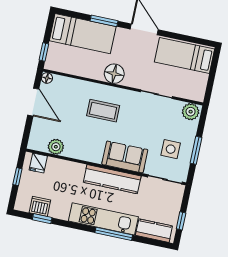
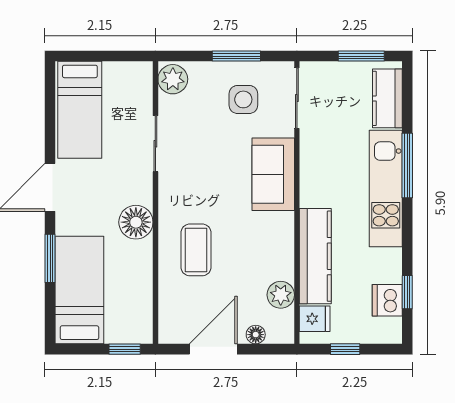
floor lamp: (47, 78) -> (256, 335), moved
coffee table: (103, 111) -> (196, 250), moved
kitchen counter: (112, 179) -> (315, 256), moved
window: (181, 221) -> (361, 56), width x1.50

